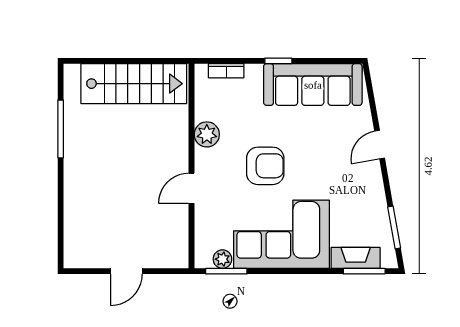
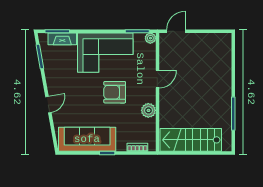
plant: (222, 259) -> (150, 38), moved
door: (126, 271) -> (176, 31), moved

